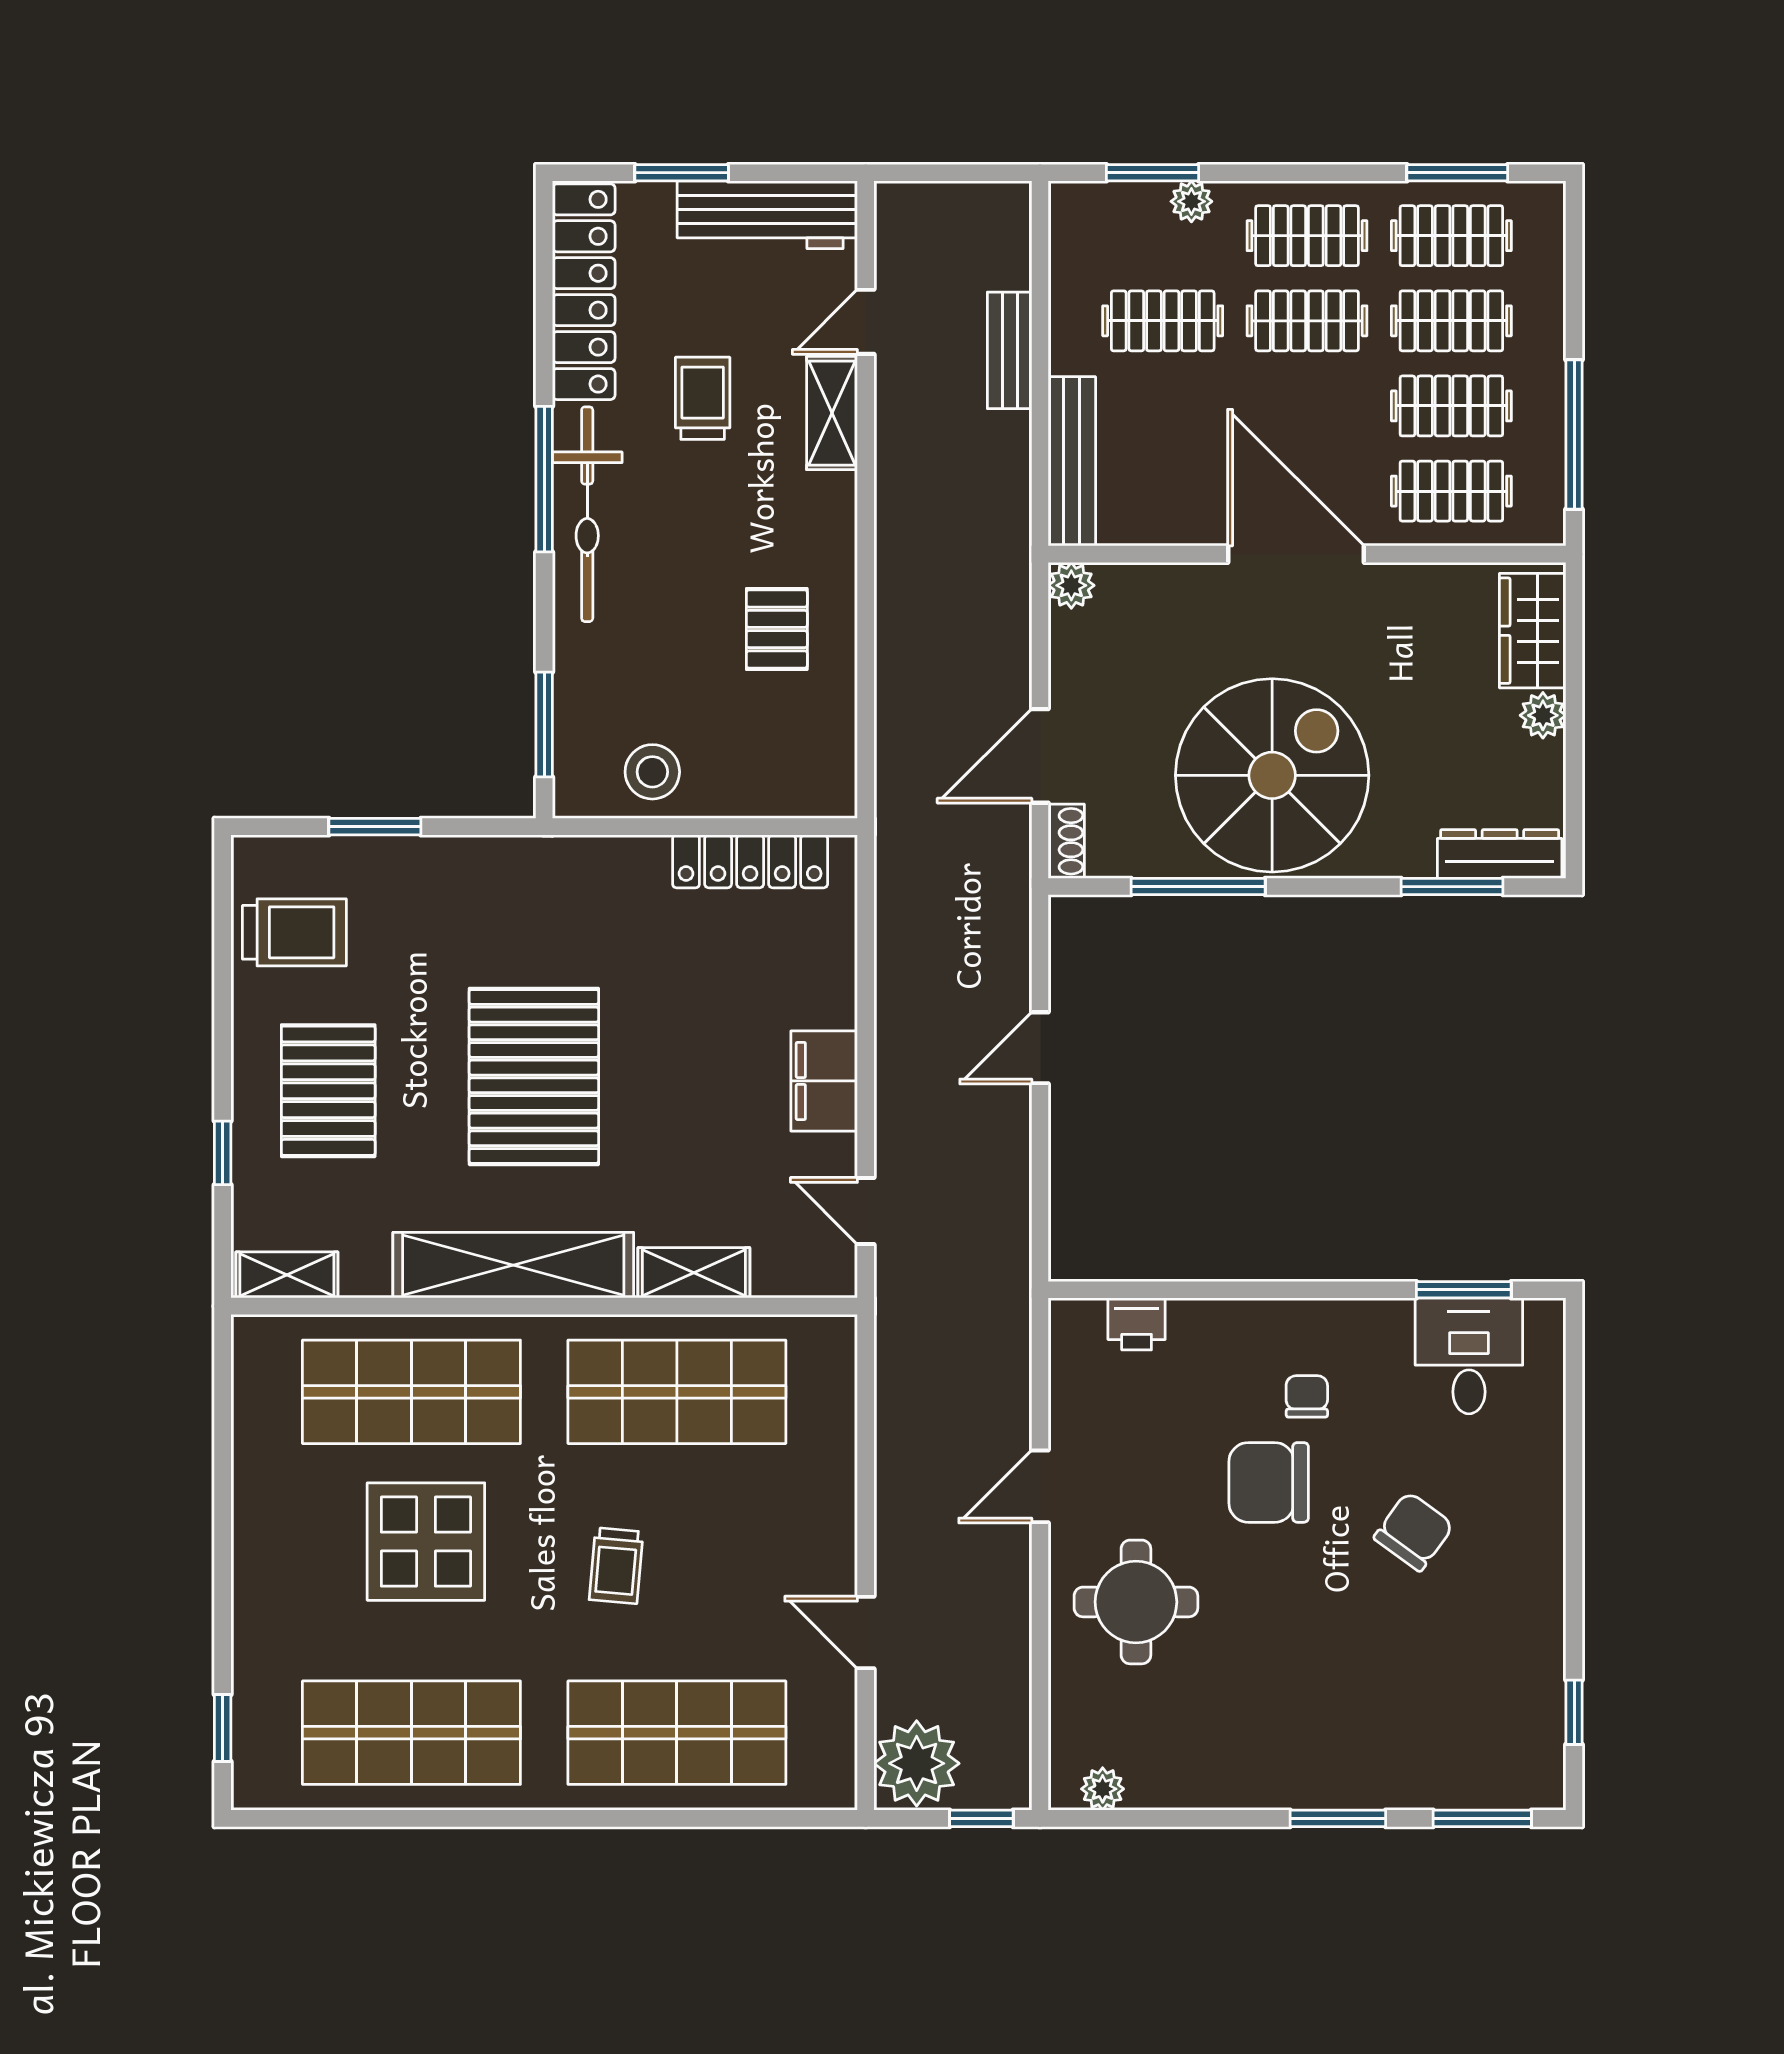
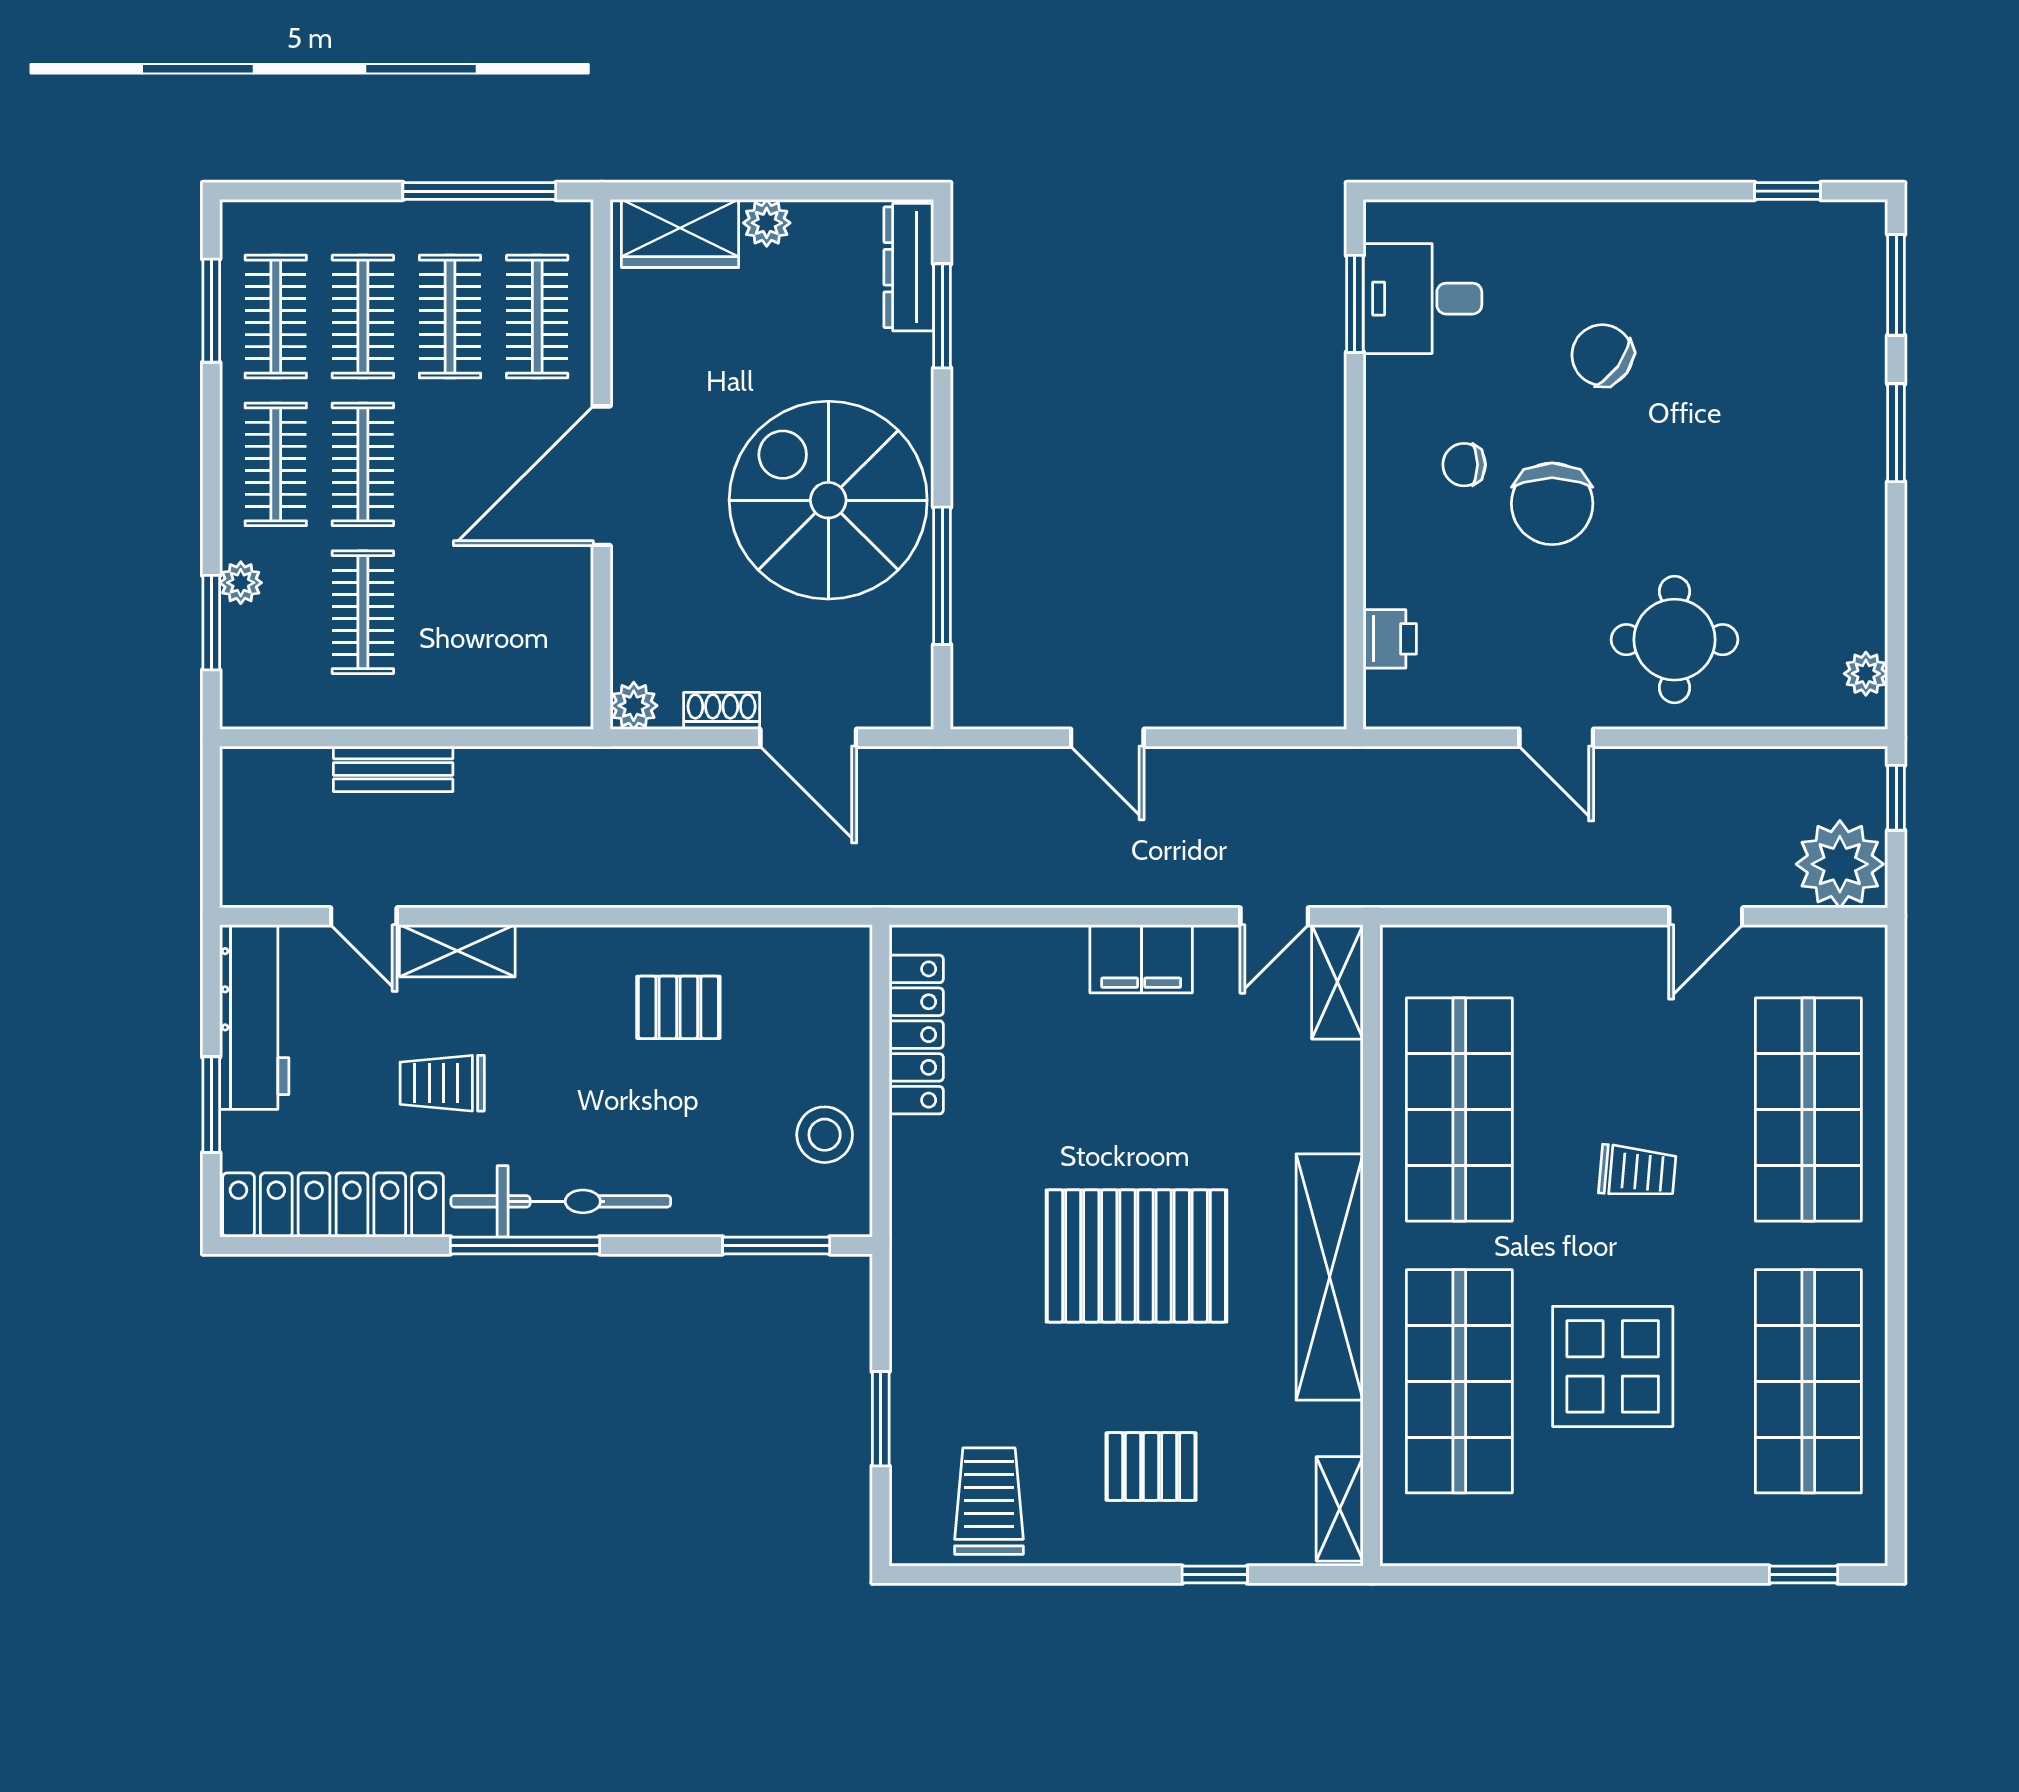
bench: (1072, 461) -> (507, 705), removed
shoe rack: (1066, 841) -> (722, 711), moved
pallet: (328, 1091) -> (1151, 1467), width x0.67, depth x0.71
shelving: (694, 1273) -> (1337, 982), moved

